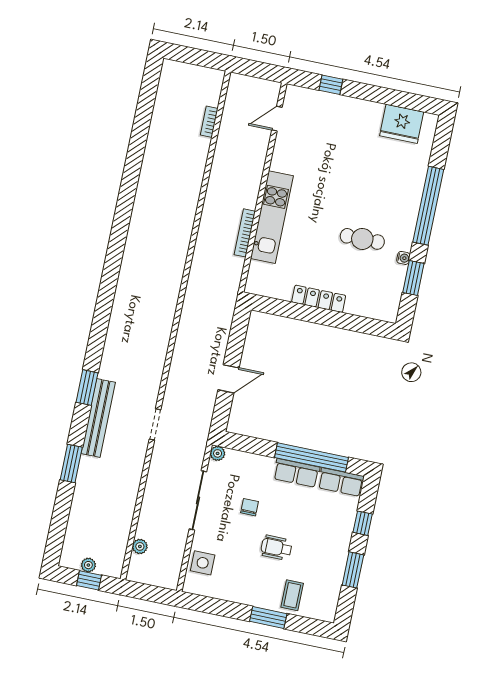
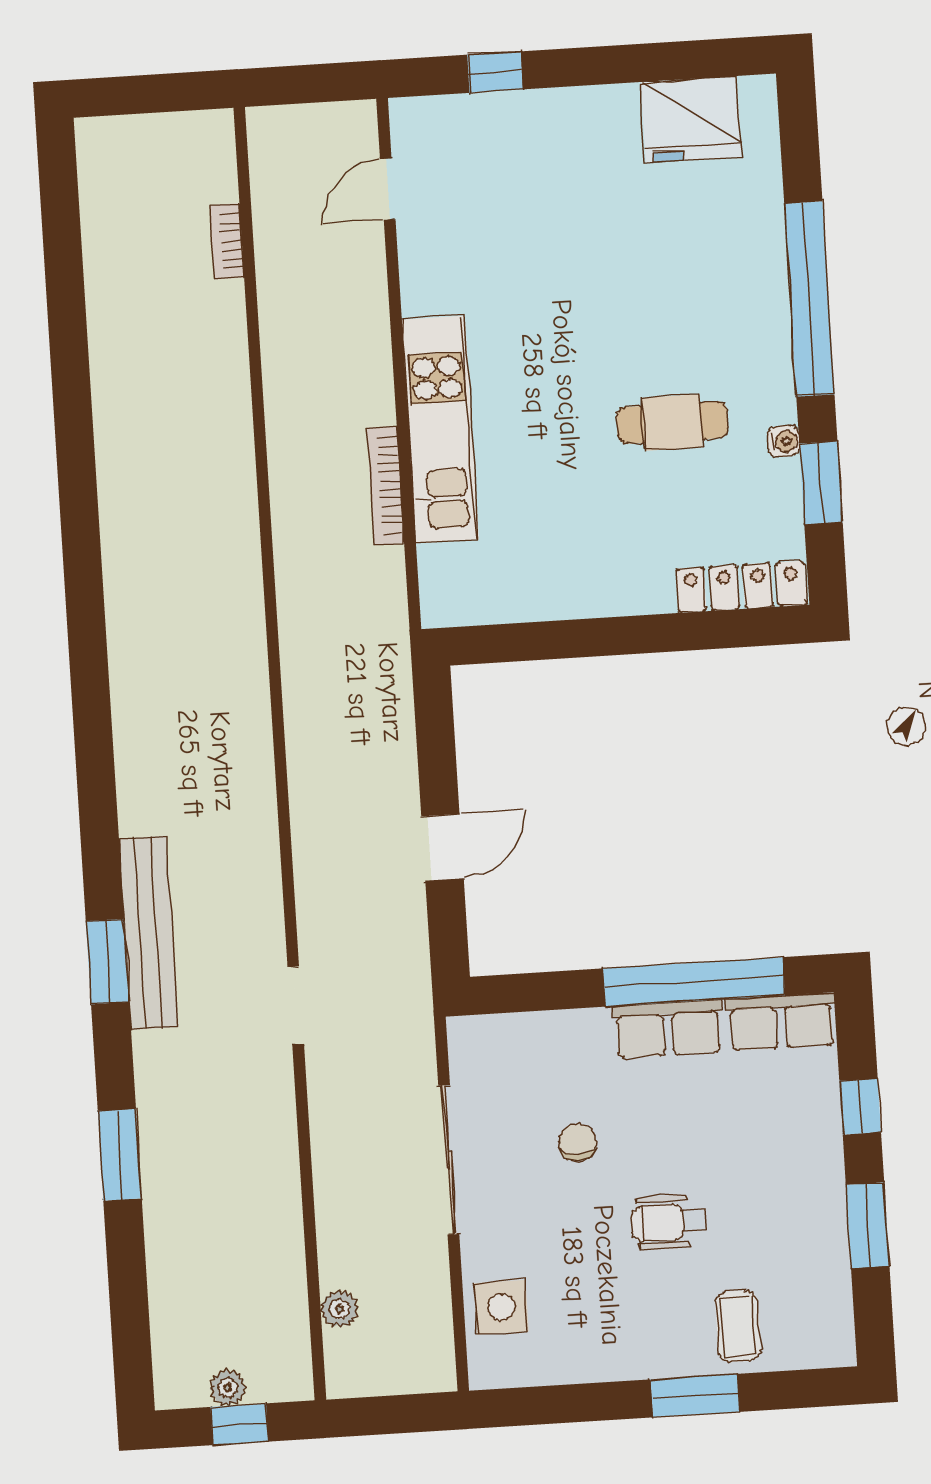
locker: (319, 299) -> (741, 587), moved
bench: (98, 418) -> (149, 933), moved
plant: (218, 453) -> (465, 1034), removed

